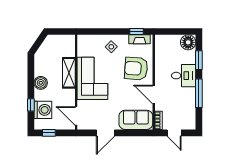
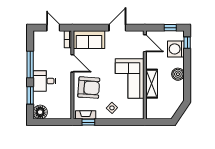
window: (31, 105) -> (187, 43), moved

